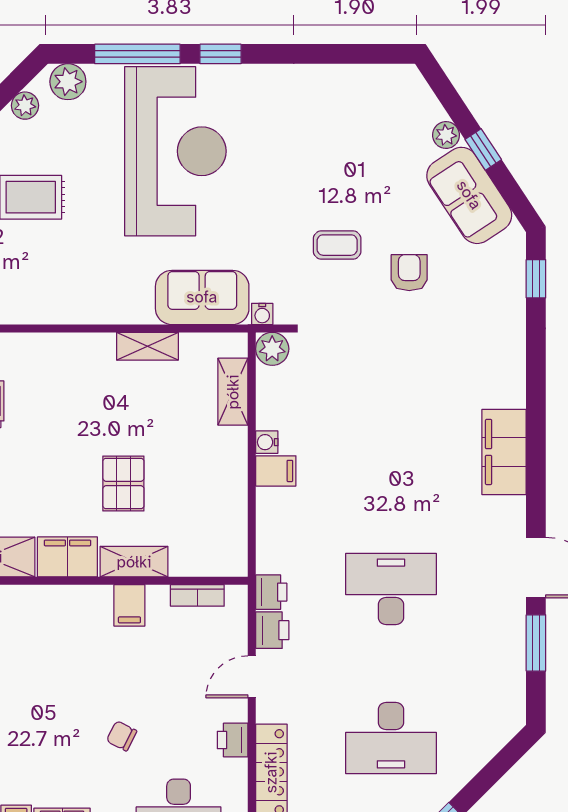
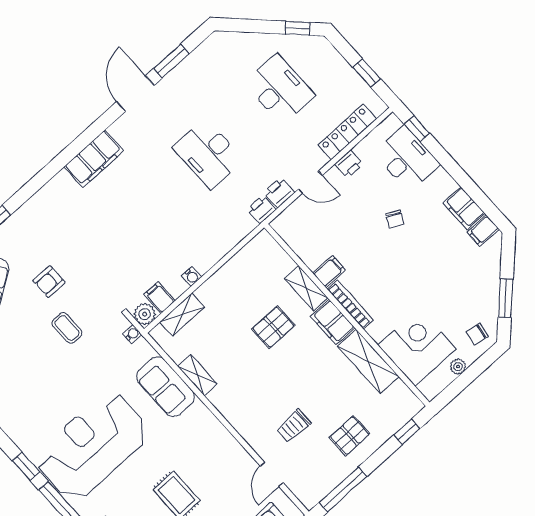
sofa: (202, 297) -> (166, 387), moved
filing cabinet: (276, 471) -> (160, 298), moved
bookcase: (197, 595) -> (350, 305), moved, width x1.56

